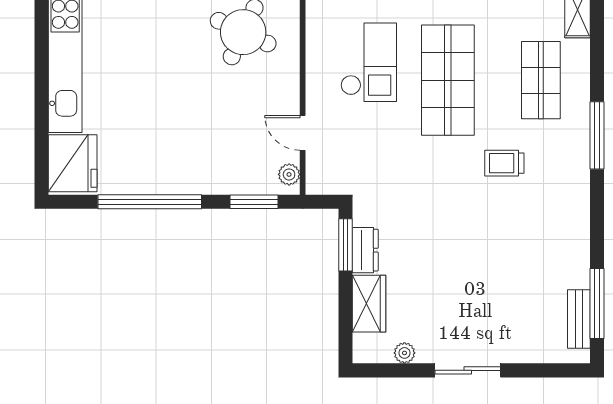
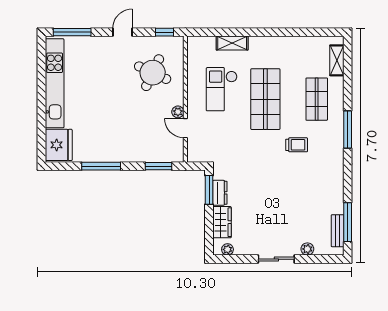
checkout: (369, 62) -> (222, 89), turned 180
trolley: (504, 163) -> (297, 145), turned 180
plant: (289, 174) -> (178, 112), moved
window: (150, 202) -> (101, 166), width x0.68
plant: (524, 352) -> (307, 249), added
plant: (404, 353) -> (227, 249), moved

